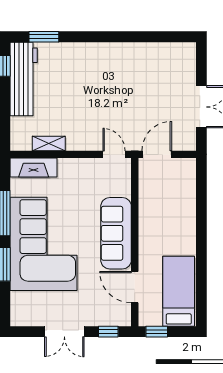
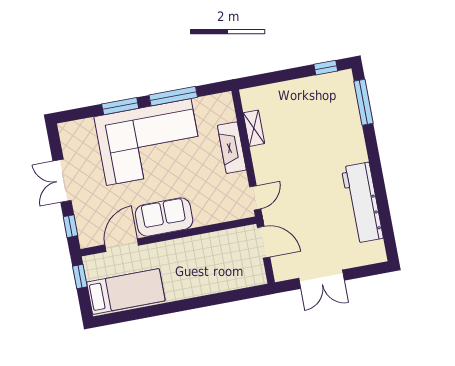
window: (44, 37) -> (363, 102), width x1.44
workbench: (24, 79) -> (362, 203), moved, turned 90
fireplace: (34, 167) -> (232, 148), moved
sofa: (116, 233) -> (164, 217), width x0.73

